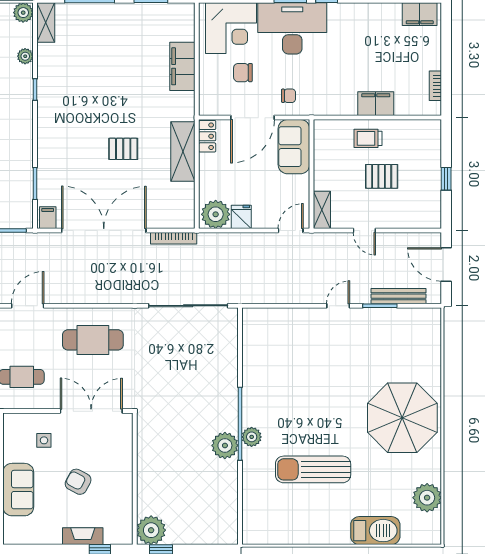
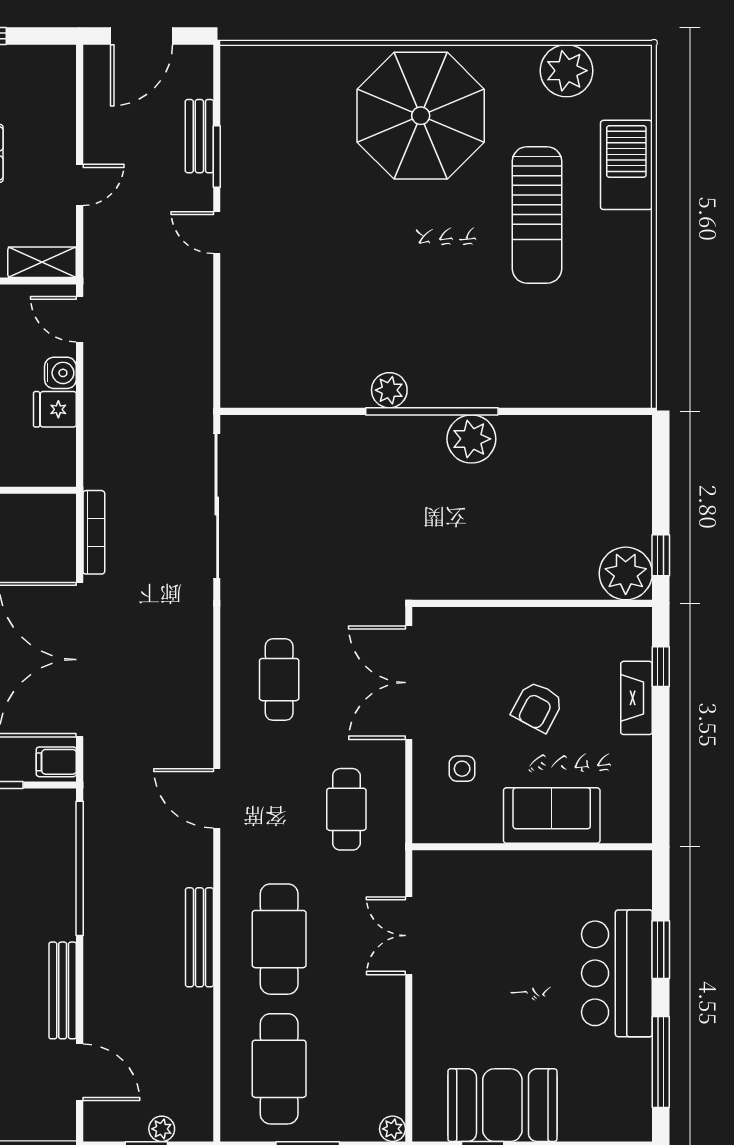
plant: (216, 214) -> (50, 456), removed
water cooler: (261, 220) -> (60, 373), added
bench: (398, 296) -> (199, 136), width x0.73
cafe table: (93, 340) -> (279, 680), width x0.73, depth x0.74
plant: (252, 437) -> (389, 390), moved
sun lounger: (313, 469) -> (537, 215), moved

